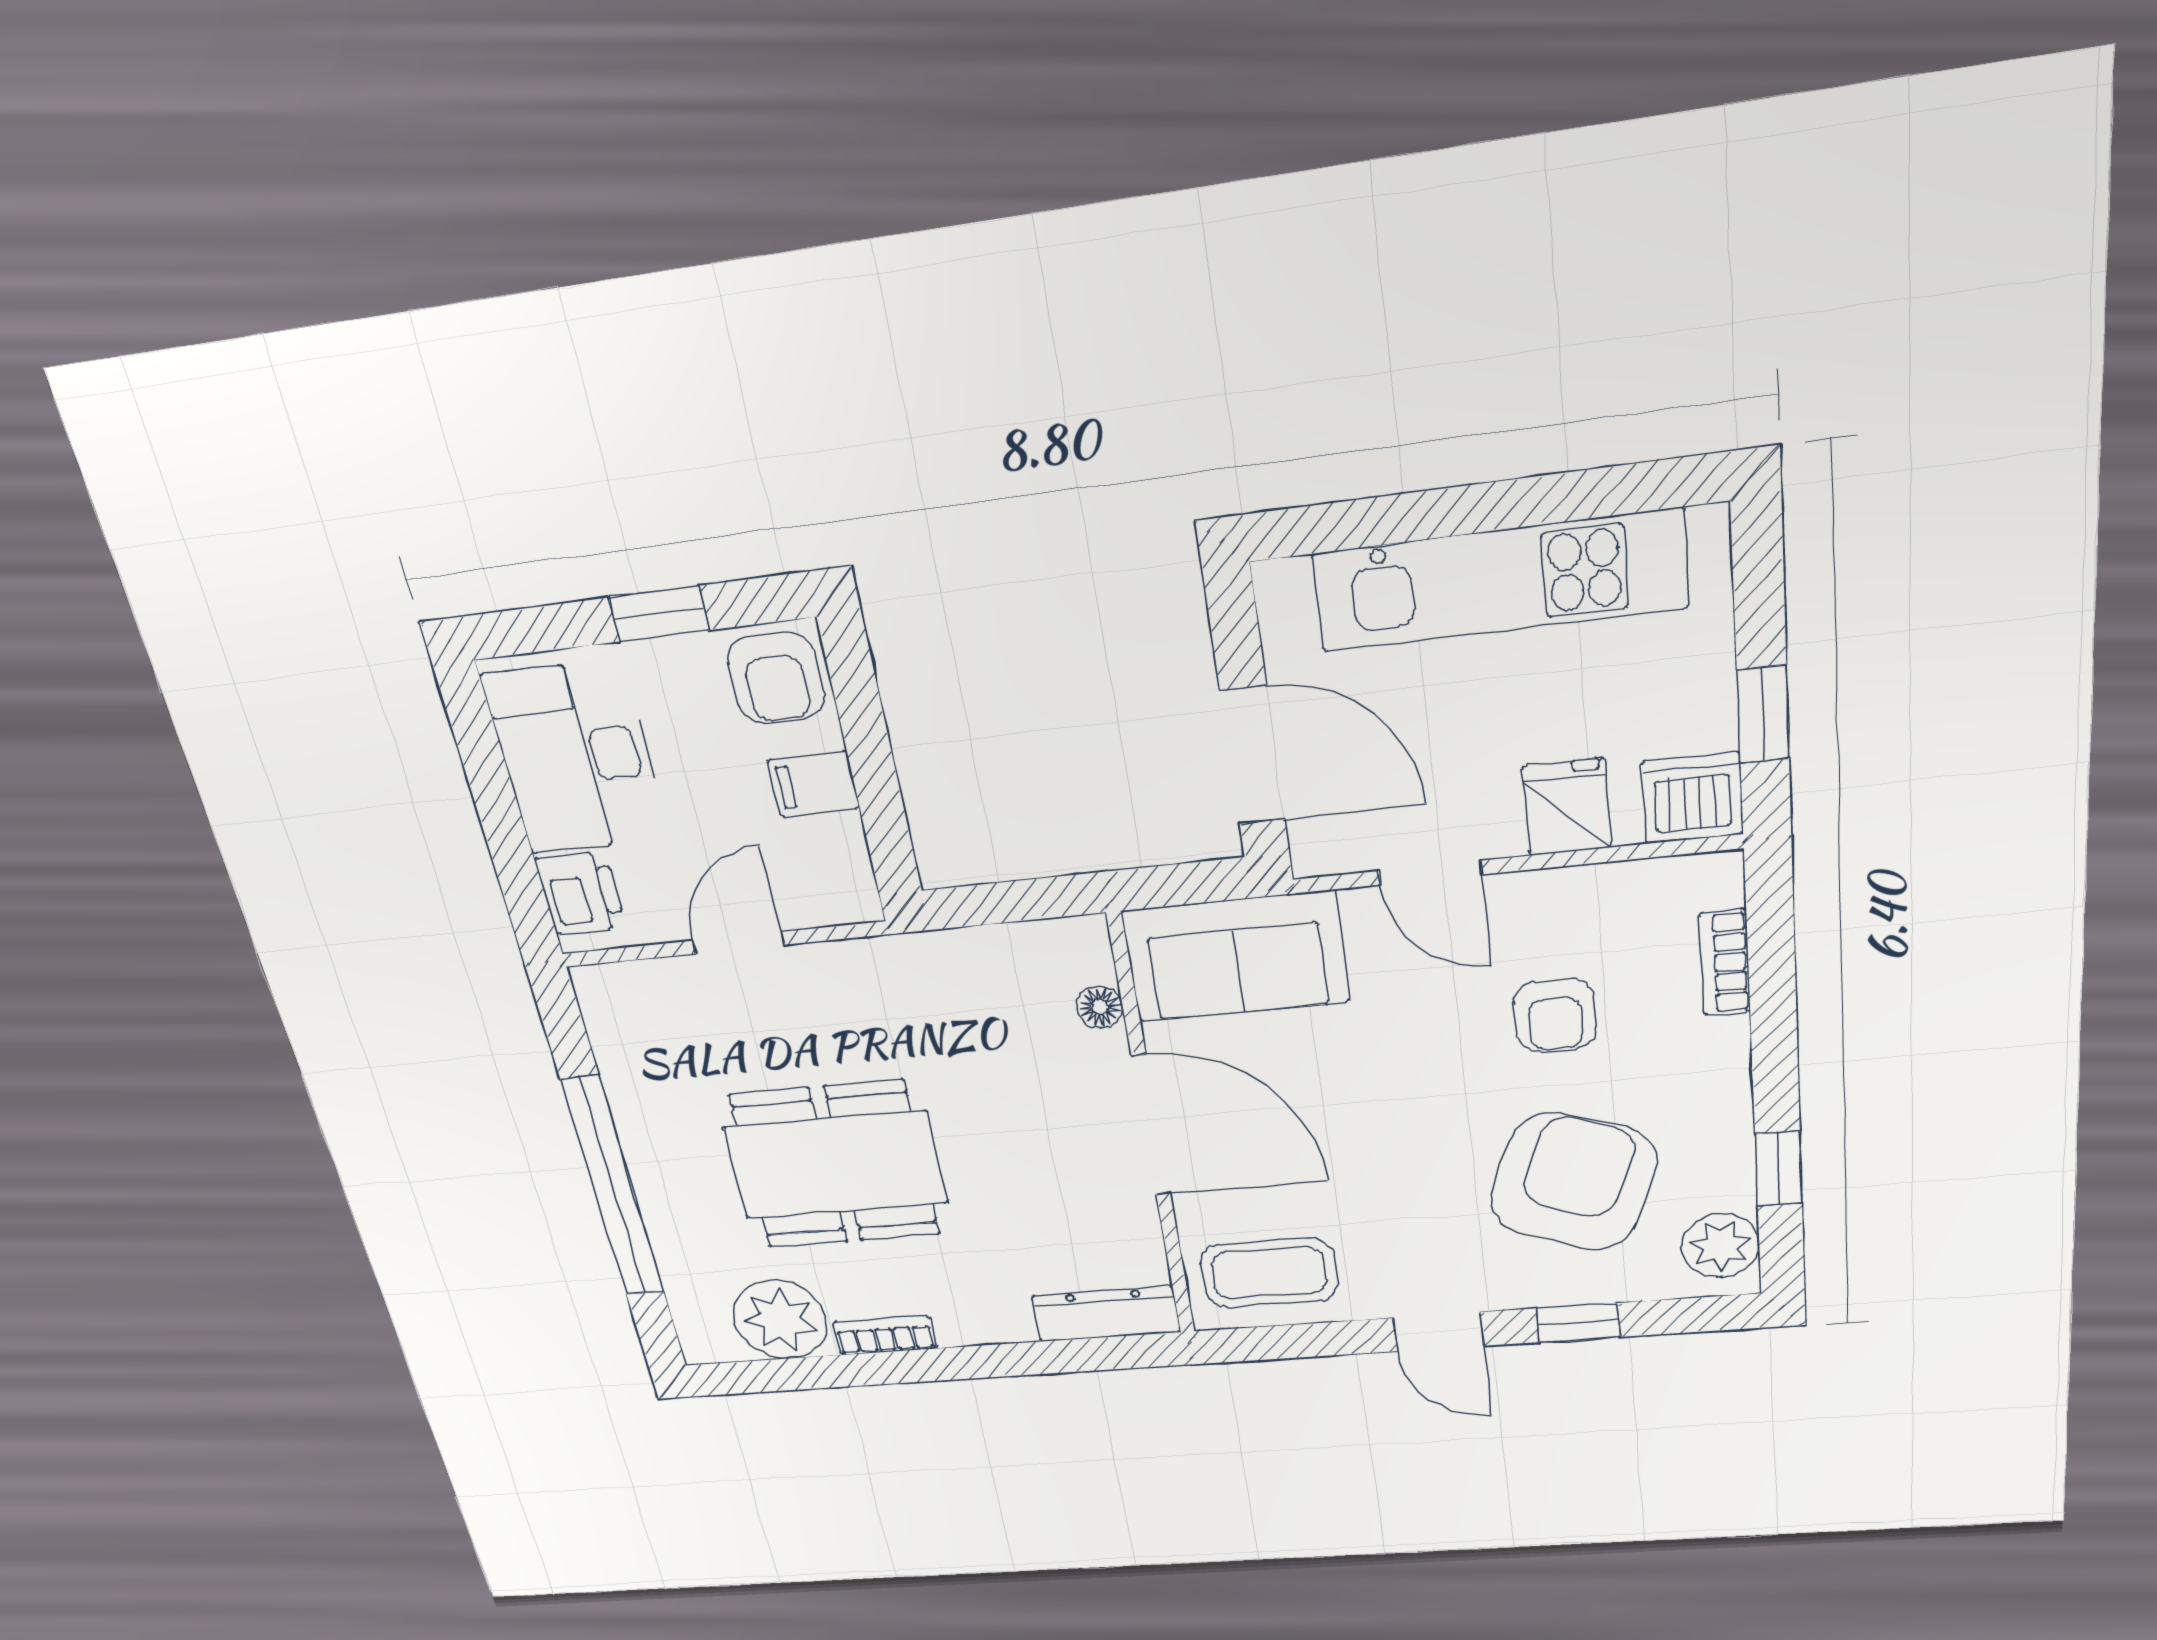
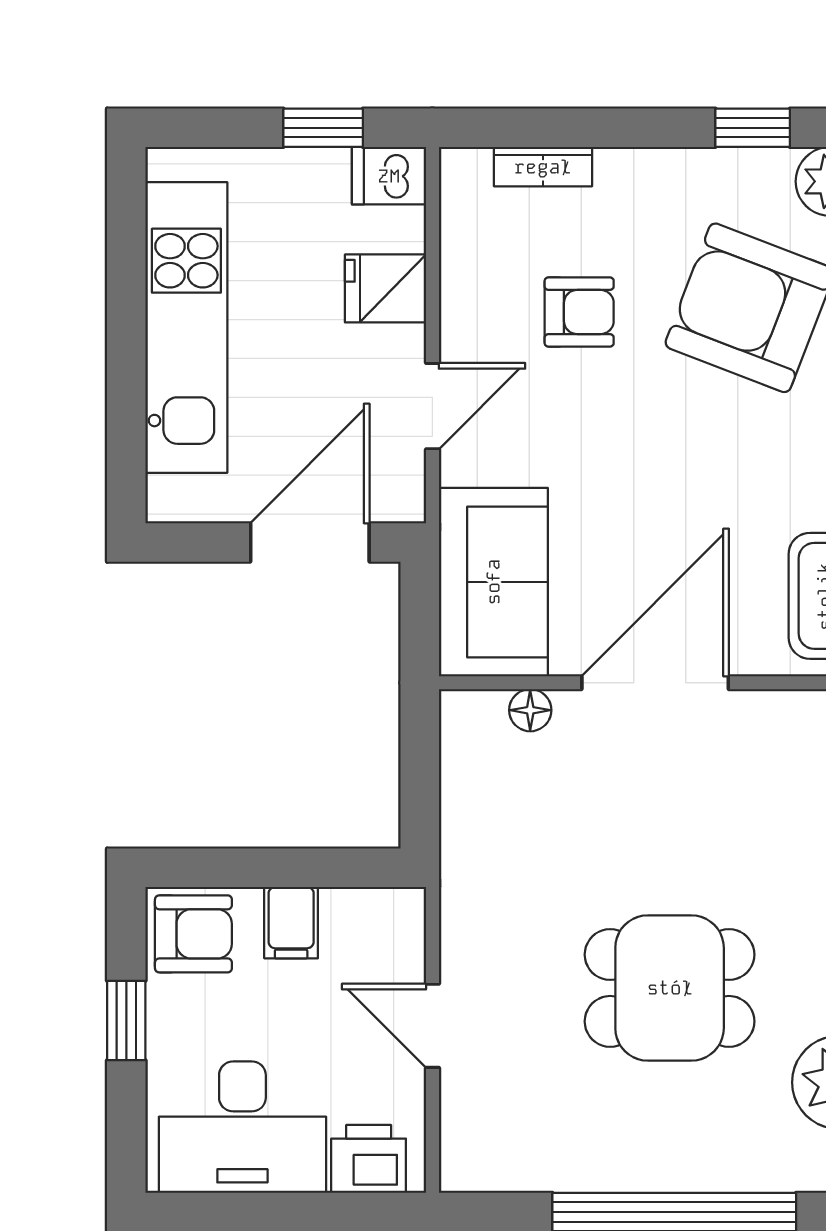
dishwasher: (1692, 798) -> (389, 176), width x0.73
dining table: (835, 1165) -> (670, 988), width x0.73

